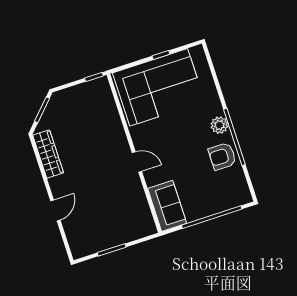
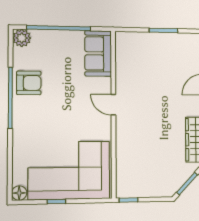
floor lamp: (197, 52) -> (19, 193), added
plant: (219, 125) -> (22, 38), moved

